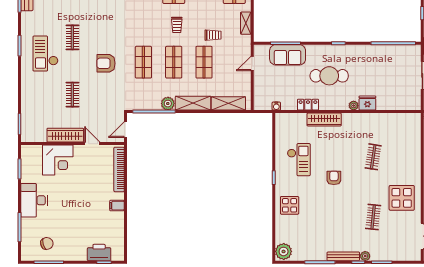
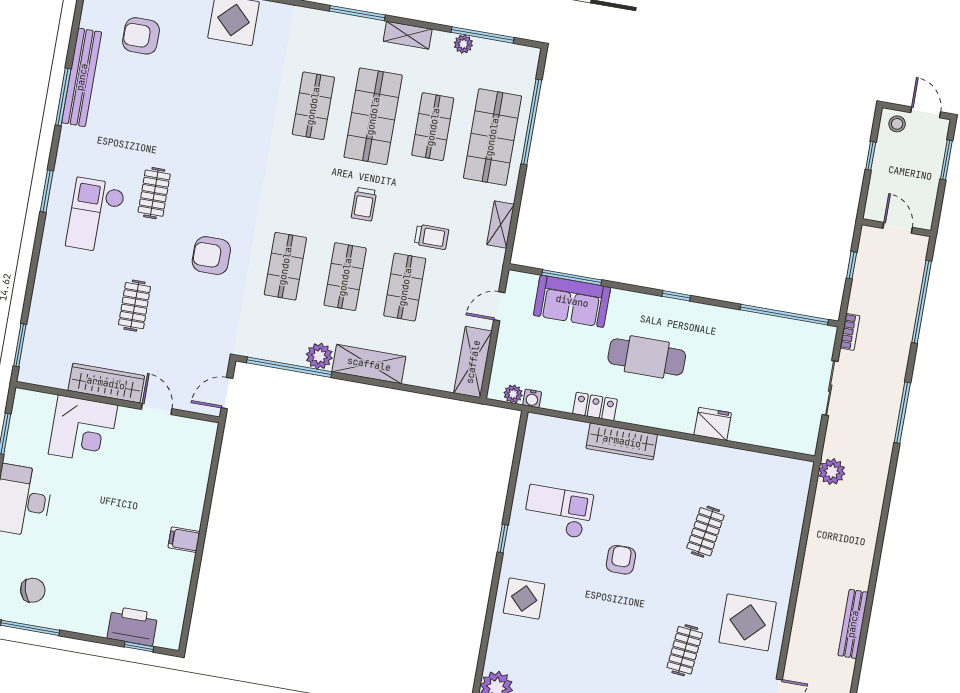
shelving: (228, 103) -> (473, 362), moved, turned 90
plant: (354, 106) -> (513, 394), moved
checkout: (299, 160) -> (558, 512), turned -90
bookcase: (119, 169) -> (201, 469), removed

